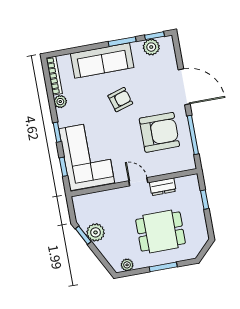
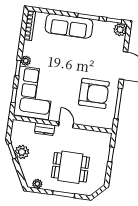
plant: (151, 47) -> (120, 30), moved
armchair: (120, 100) -> (73, 59), removed
plant: (60, 102) -> (26, 61), moved
dresser: (163, 187) -> (45, 129), moved

